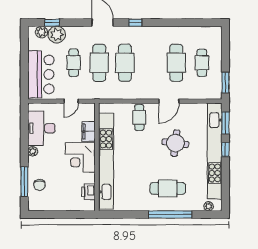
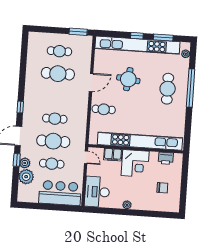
window: (52, 23) -> (17, 160), moved
plant: (41, 32) -> (25, 163), moved
cafe table: (125, 63) -> (55, 119), width x0.73, depth x0.74
door: (71, 101) -> (86, 157), moved
door: (169, 101) -> (91, 82), hinge flipped
window: (225, 123) -> (163, 37), moved
desk: (41, 128) -> (97, 192), moved, turned 90
window: (24, 182) -> (153, 214), removed
chair: (39, 185) -> (162, 188), moved

